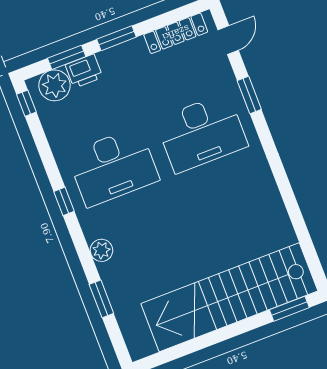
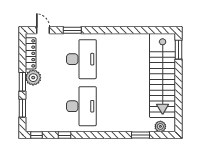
printer: (84, 71) -> (32, 103), removed
plant: (54, 85) -> (33, 78), moved
window: (64, 201) -> (65, 135), moved
plant: (101, 250) -> (160, 126), moved

